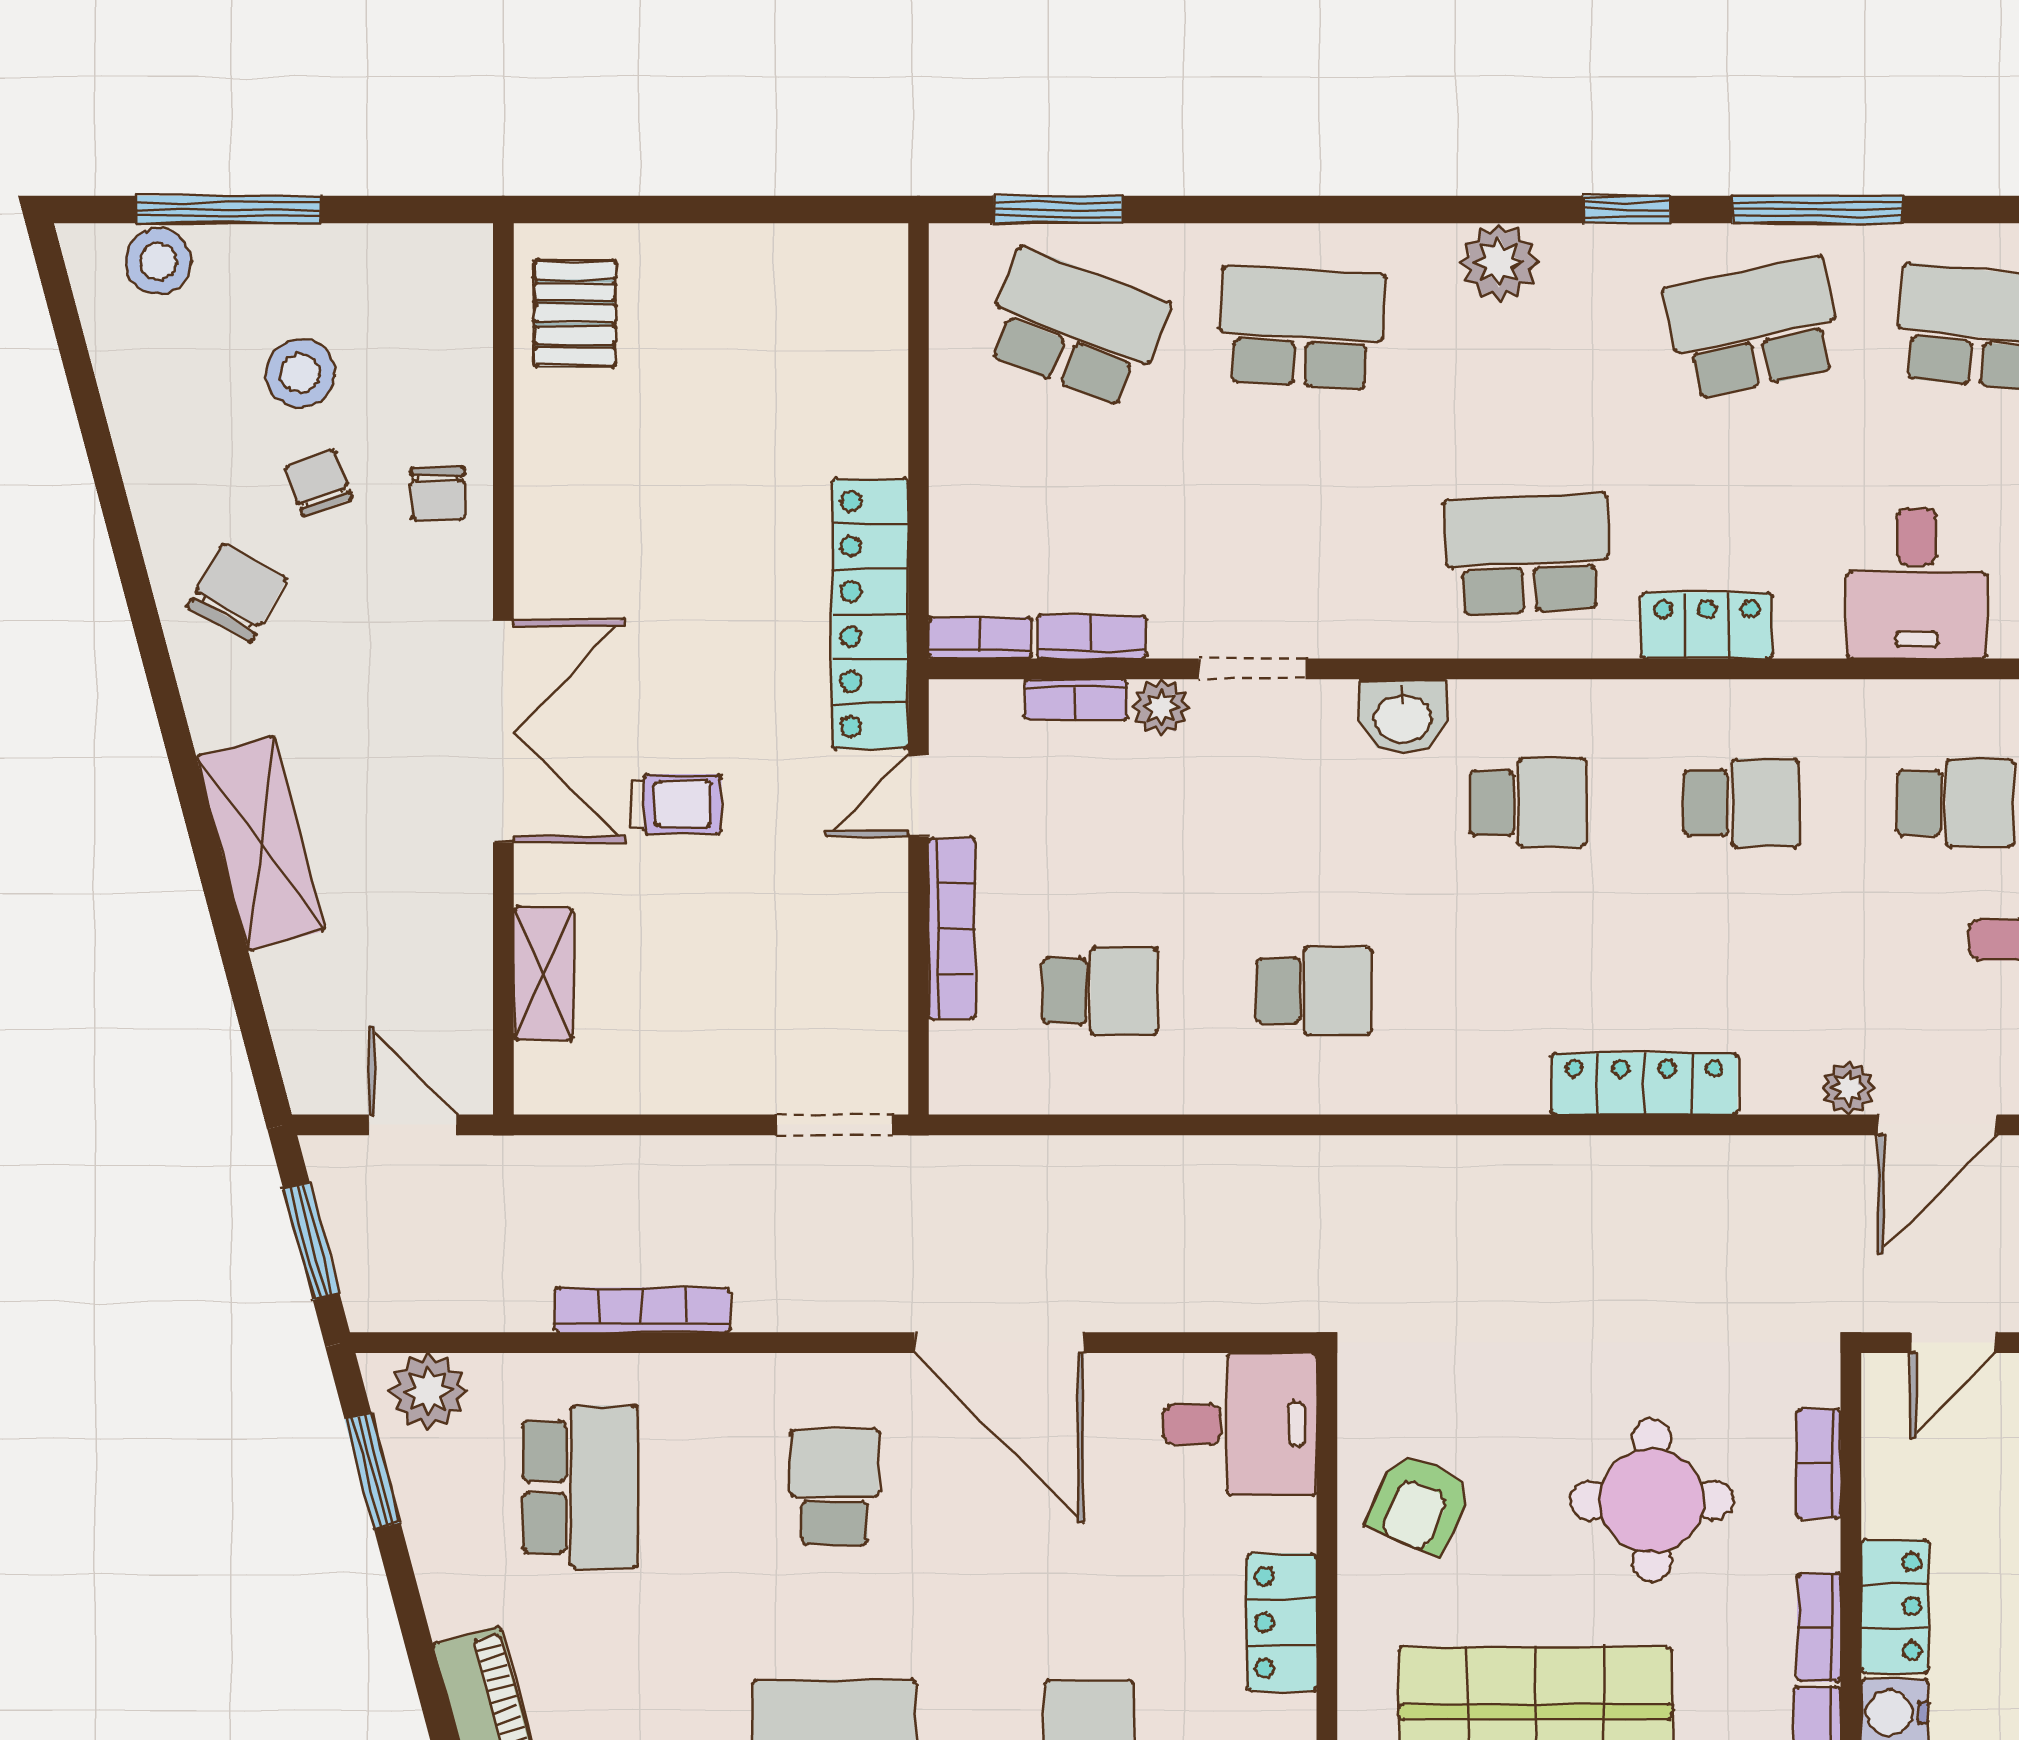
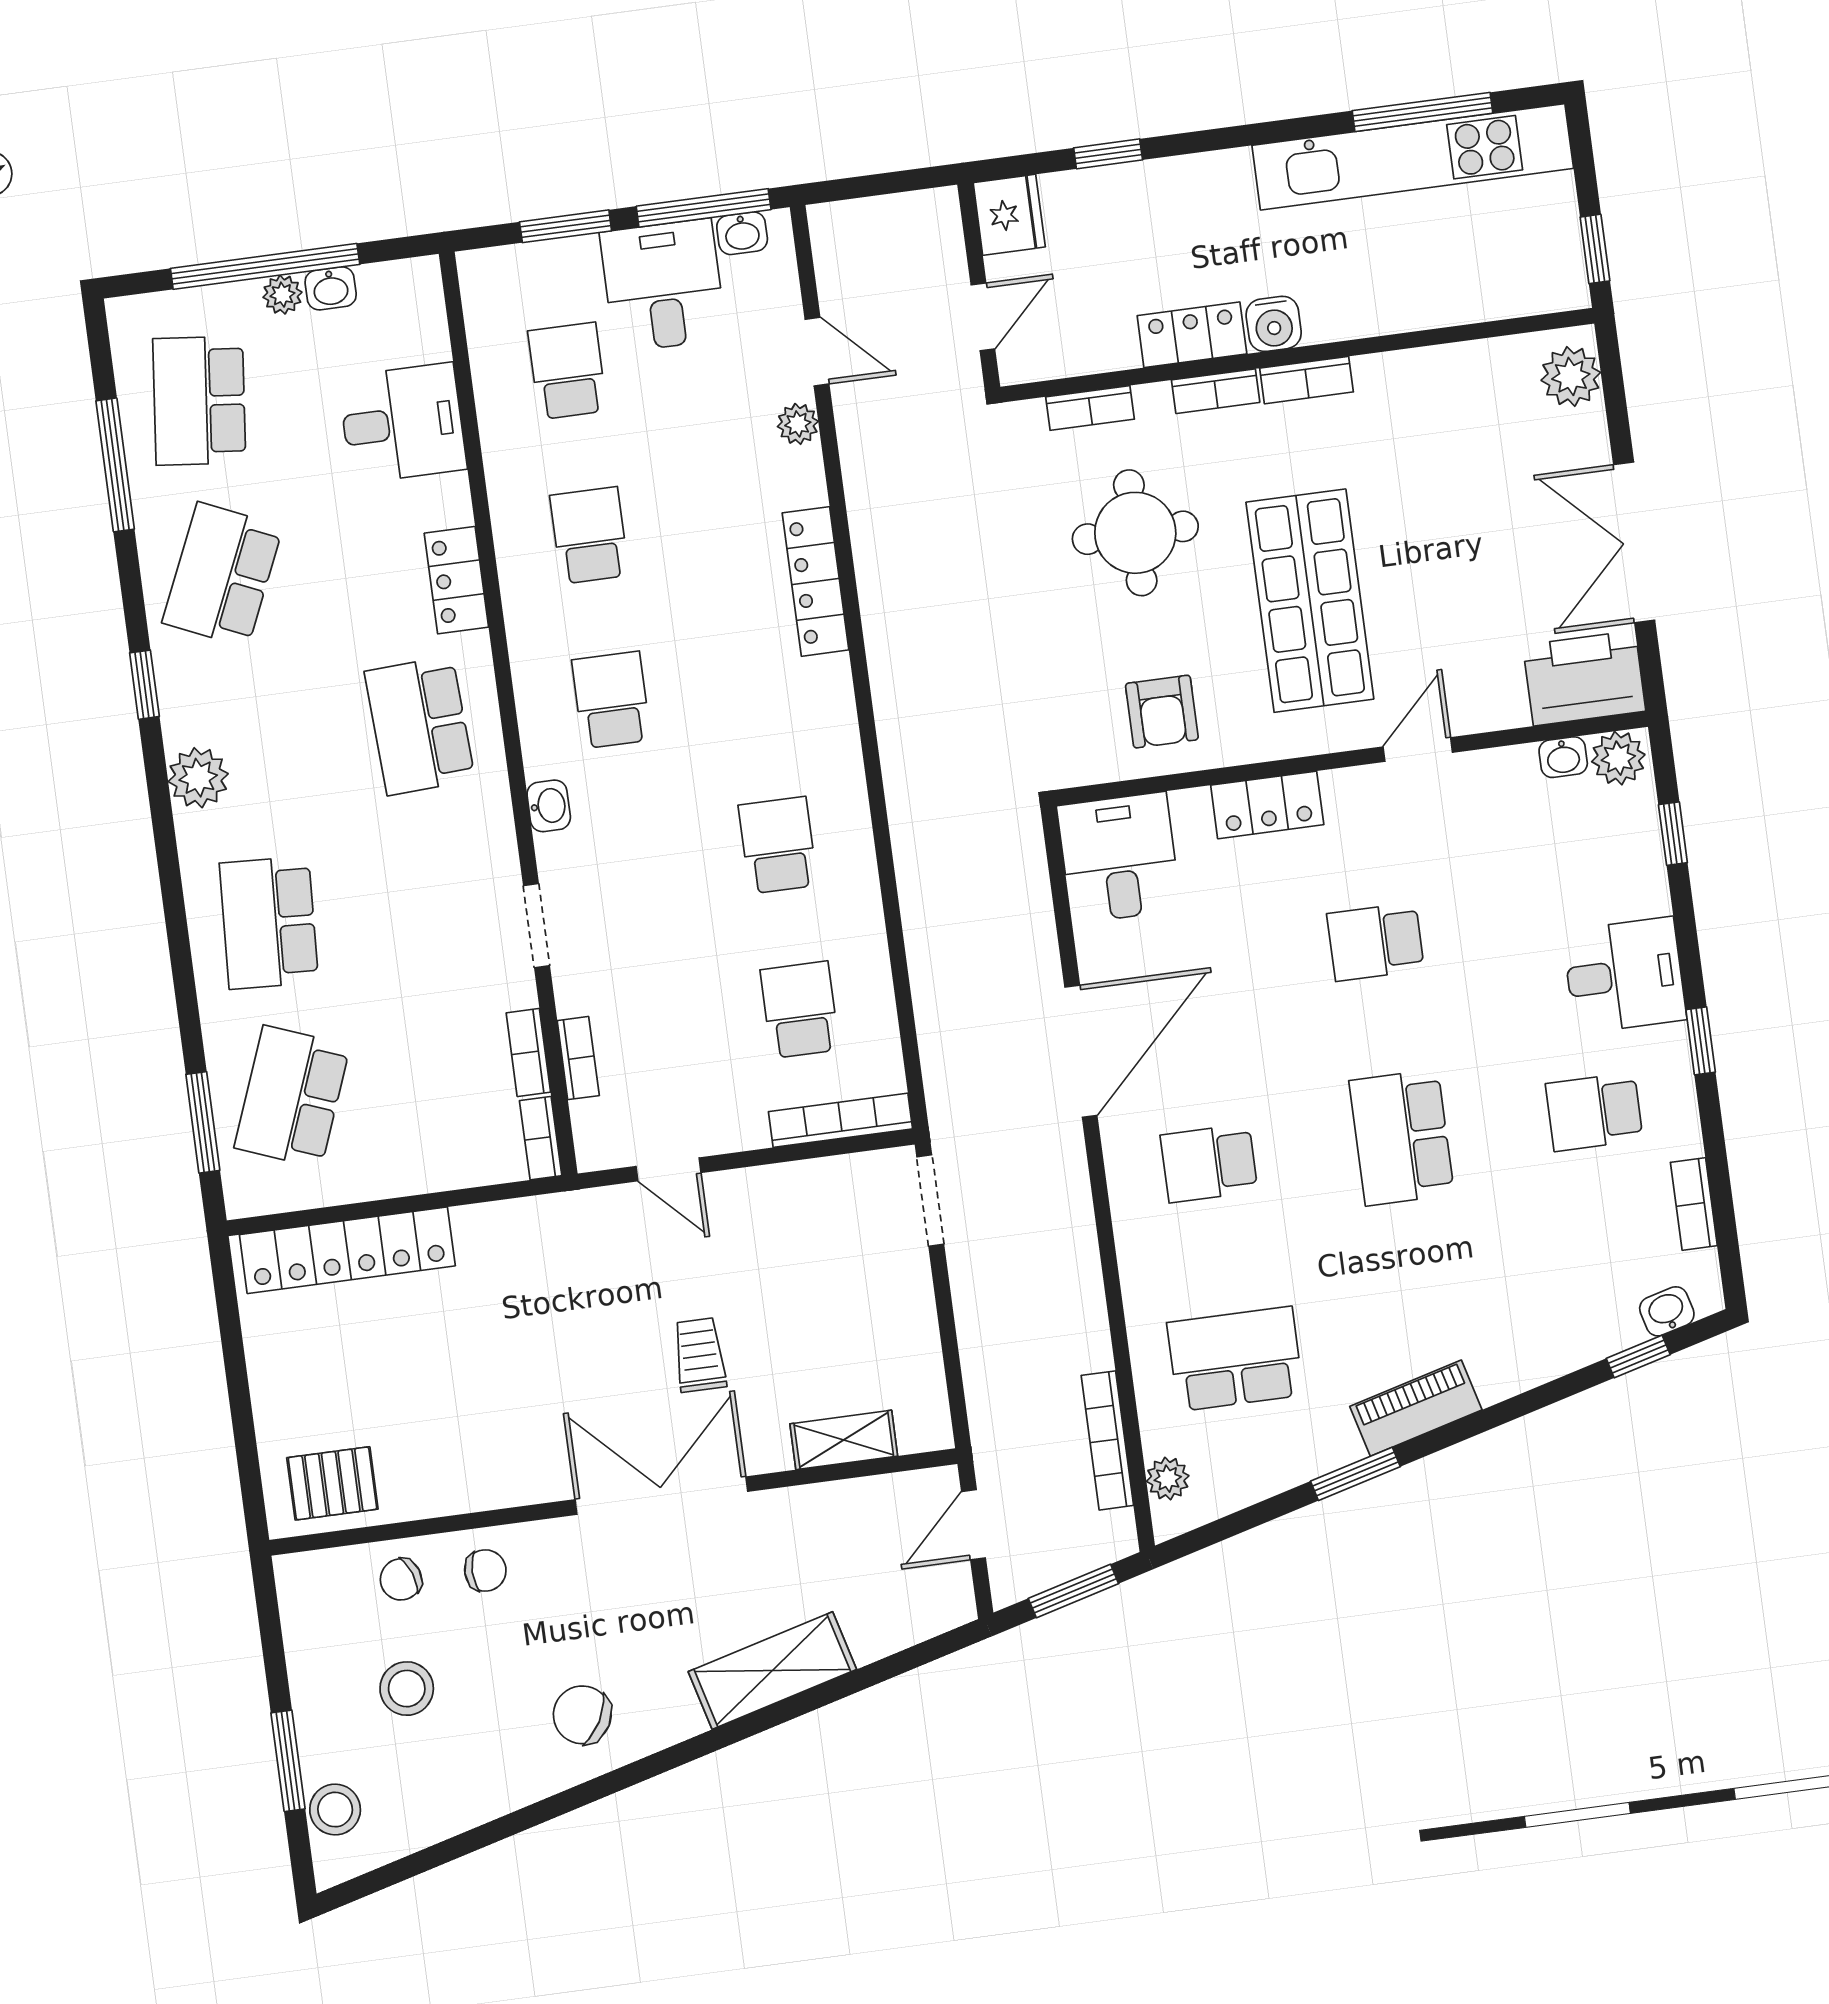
window: (228, 209) -> (288, 1761), width x0.69
window: (1817, 209) -> (115, 465), moved
school desk: (1754, 328) -> (222, 575), turned 36
chair: (319, 483) -> (401, 1579), moved
locker: (870, 614) -> (347, 1250), moved
plant: (1161, 707) -> (575, 992), removed
washbasin: (1403, 716) -> (549, 806), width x0.72, depth x0.69
bookcase: (952, 929) -> (840, 1120), moved
door: (1937, 1125) -> (817, 352), width x0.73
bookcase: (643, 1310) -> (1107, 1440), moved
door: (1953, 1343) -> (983, 317), hinge flipped
plant: (428, 1391) -> (1168, 1479), width x0.73, depth x0.73
window: (373, 1471) -> (1355, 1474), moved
armchair: (1419, 1504) -> (1162, 712), turned 66

